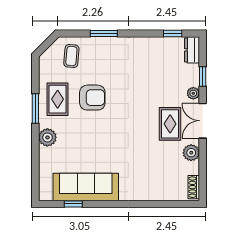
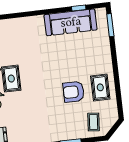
window: (35, 108) -> (110, 25), moved
plant: (47, 137) -> (105, 57), removed

